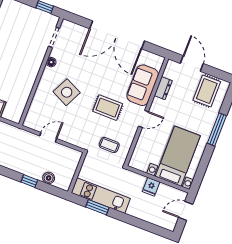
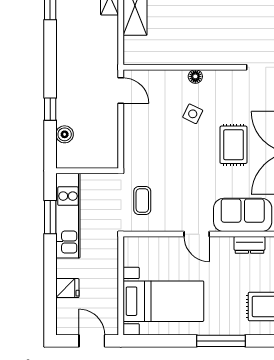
floor lamp: (51, 62) -> (195, 76), moved
side table: (67, 92) -> (193, 114), width x0.54, depth x0.54
rug: (108, 108) -> (234, 145), moved
door: (48, 137) -> (121, 91), moved
fridge: (151, 187) -> (67, 288), moved, turned 180

